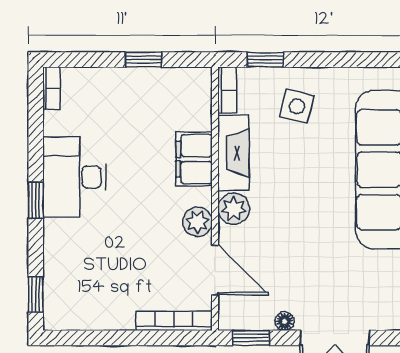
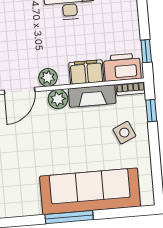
window: (144, 60) -> (146, 51), moved
printer: (191, 100) -> (122, 67), added
side table: (297, 106) -> (124, 133), turned -38

